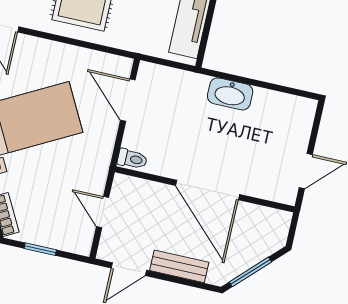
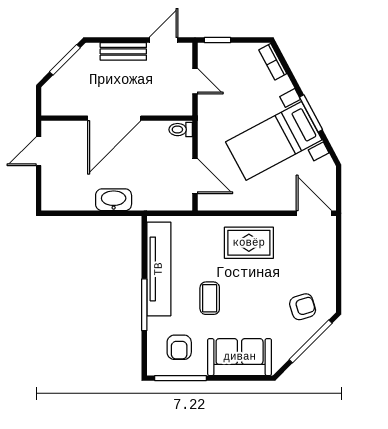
door: (208, 190) -> (114, 118), swing flipped
window: (40, 249) -> (217, 40), moved

